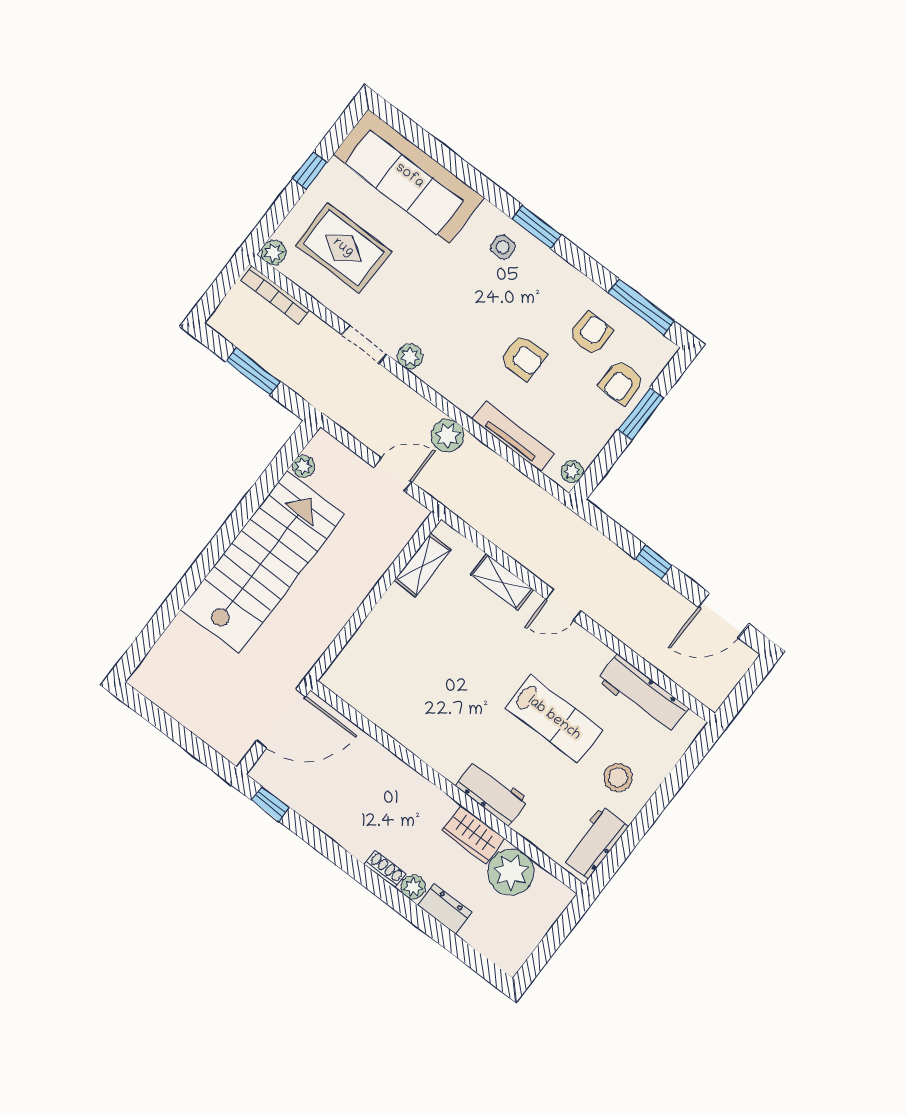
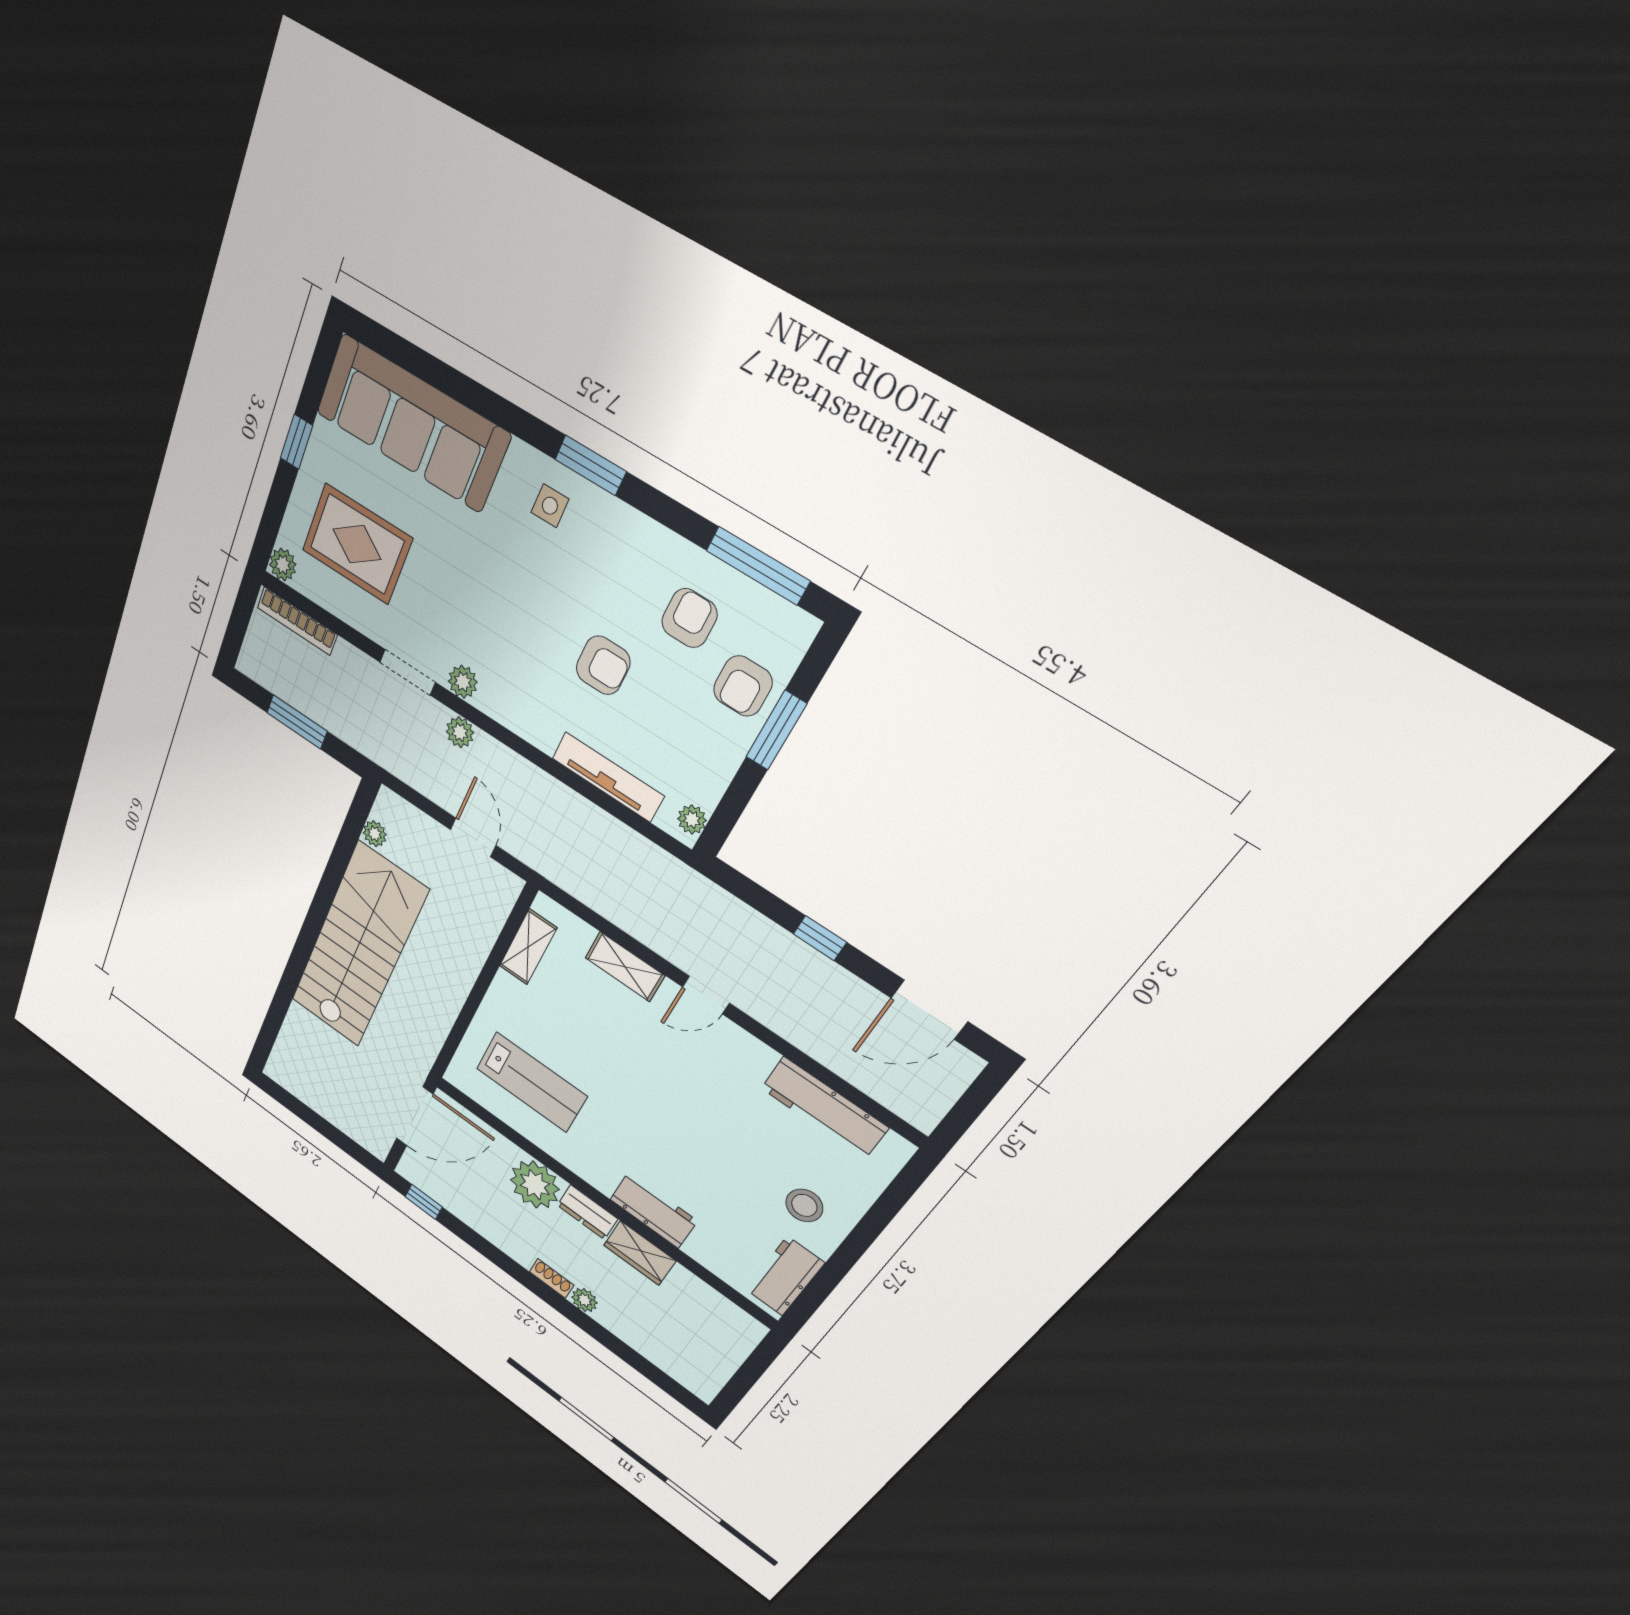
plant: (447, 436) -> (460, 732), moved, width x0.73, depth x0.73
door: (393, 475) -> (473, 837), hinge flipped
lab bench: (554, 719) -> (531, 1082), moved
plant: (511, 872) -> (535, 1185), moved
dresser: (445, 909) -> (587, 1212), moved, turned 180

